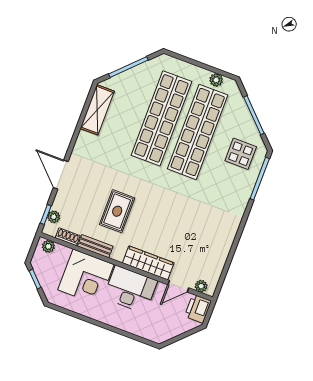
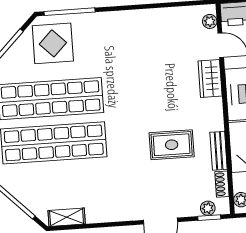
shelving: (97, 110) -> (67, 217), width x0.67, depth x0.75
display table: (241, 154) -> (53, 43), width x1.36, depth x1.36
wardrobe: (148, 263) -> (210, 78), width x0.67

